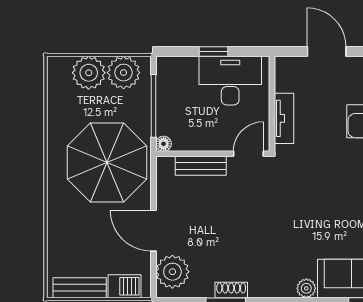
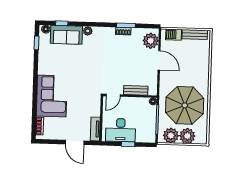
tv unit: (284, 118) -> (95, 129), moved
parasol: (107, 162) -> (185, 105), moved

